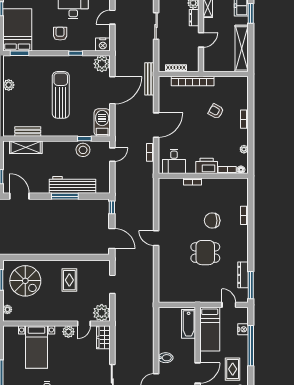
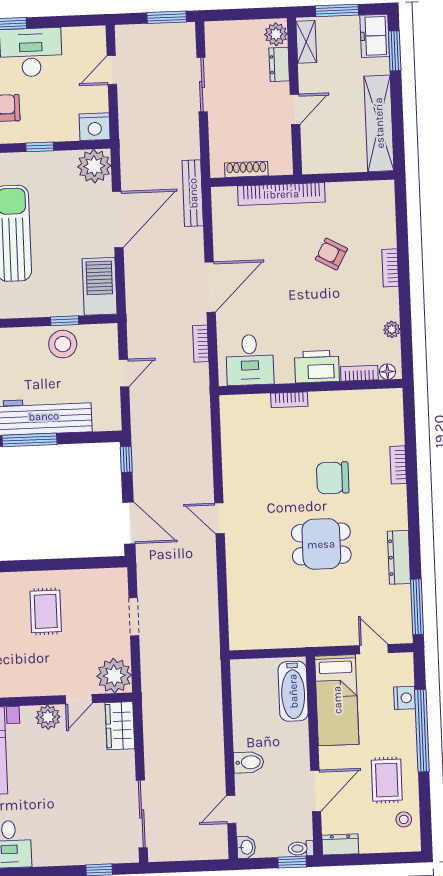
door: (112, 155) -> (124, 373), moved
dresser: (243, 275) -> (399, 557), moved

